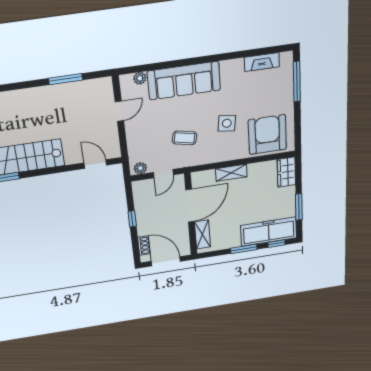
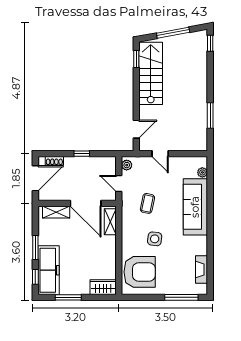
door: (119, 111) -> (160, 154), moved
shelving: (231, 173) -> (110, 222), moved

